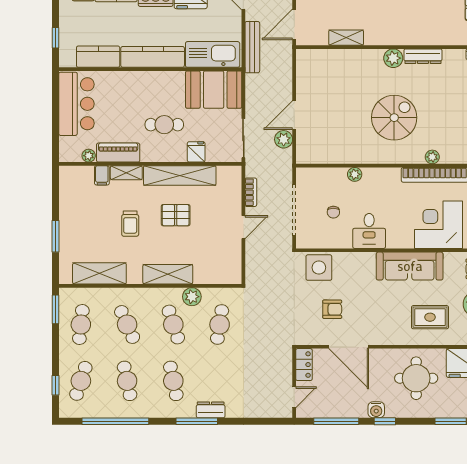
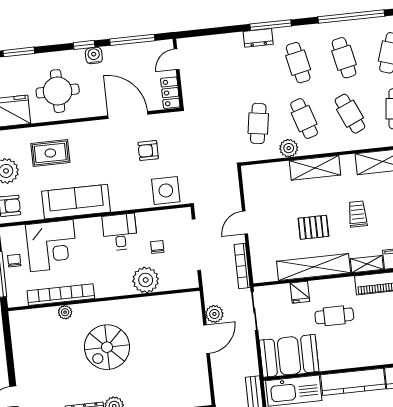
plant: (355, 174) -> (146, 280), width x1.88, depth x1.88
bookcase: (251, 192) -> (242, 266), width x1.56

